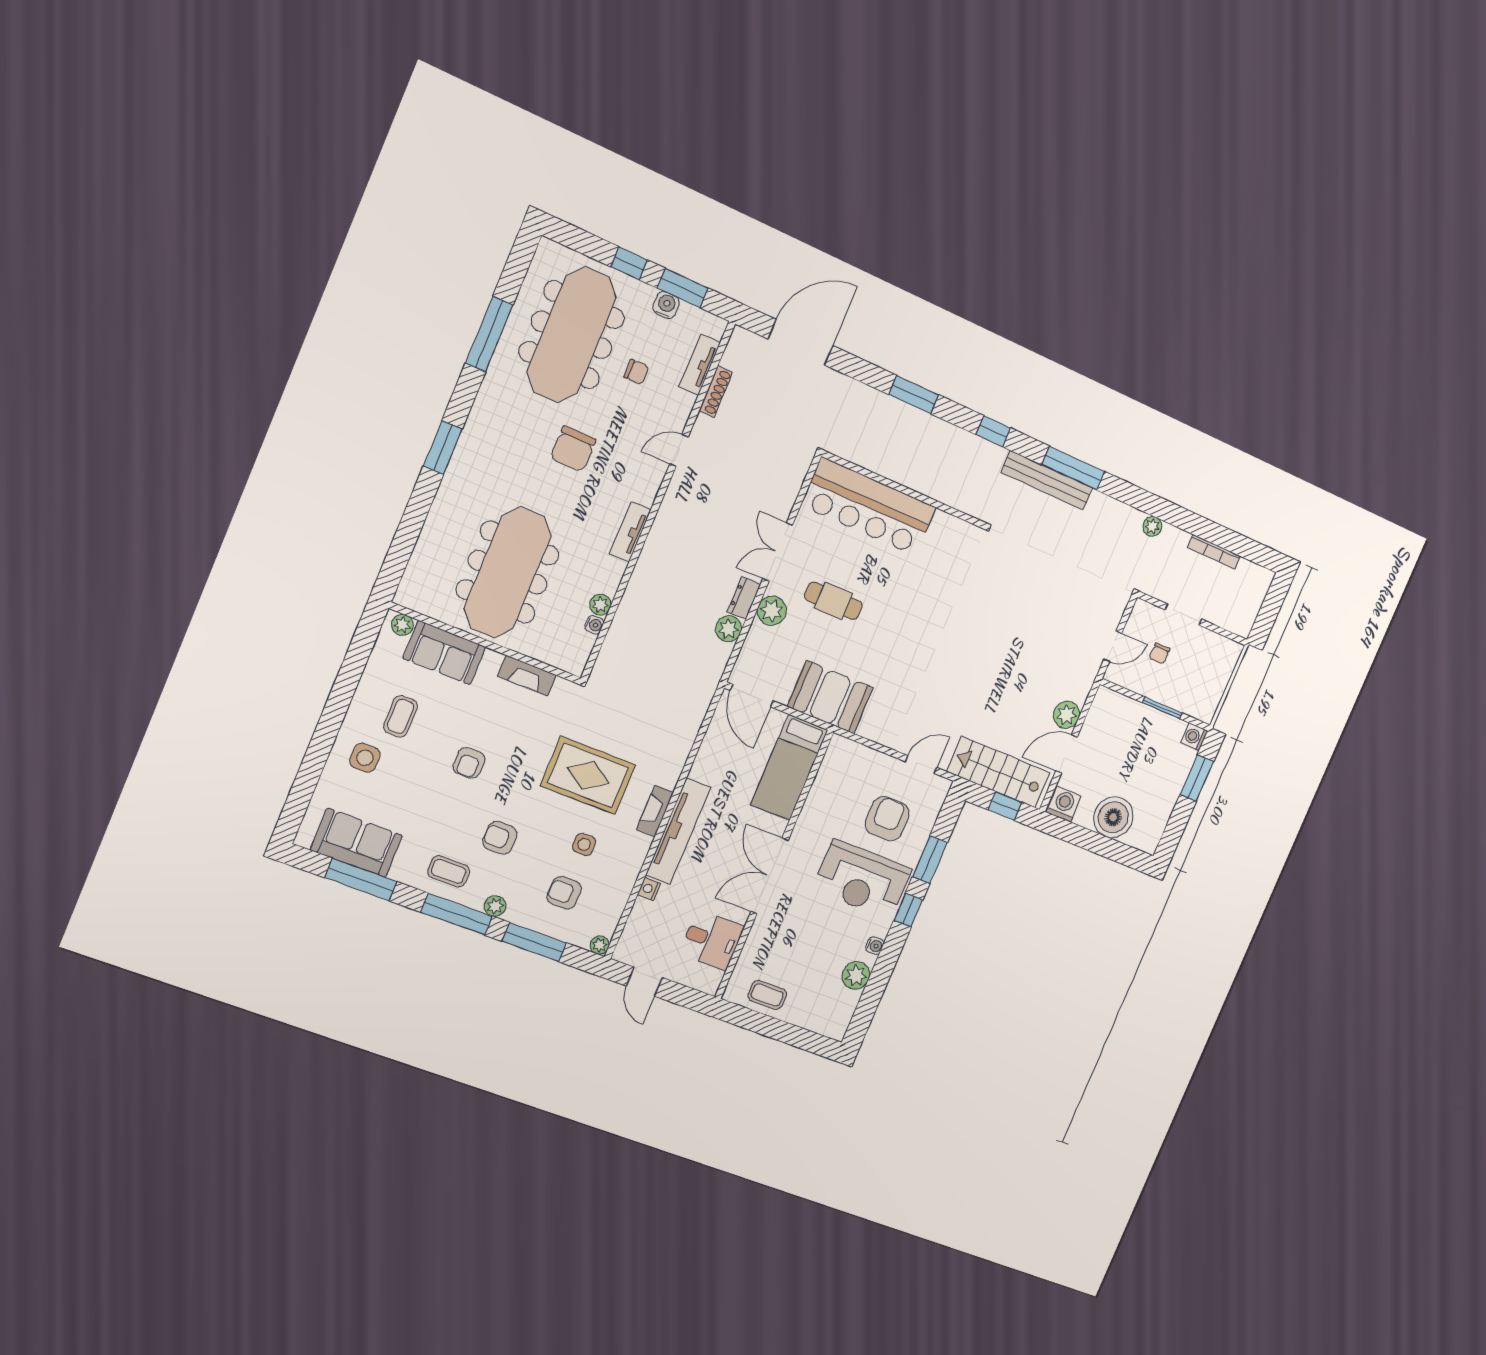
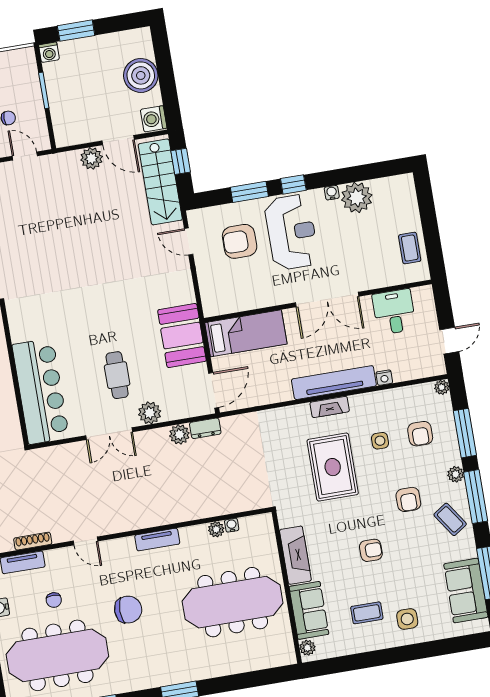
chair: (636, 372) -> (54, 600), turned 180
dresser: (744, 598) -> (205, 428), moved
fireplace: (527, 676) -> (295, 555), width x1.37, depth x1.32
coffee table: (449, 871) -> (450, 519), turned -34
plant: (856, 975) -> (357, 197), width x1.36, depth x1.36

